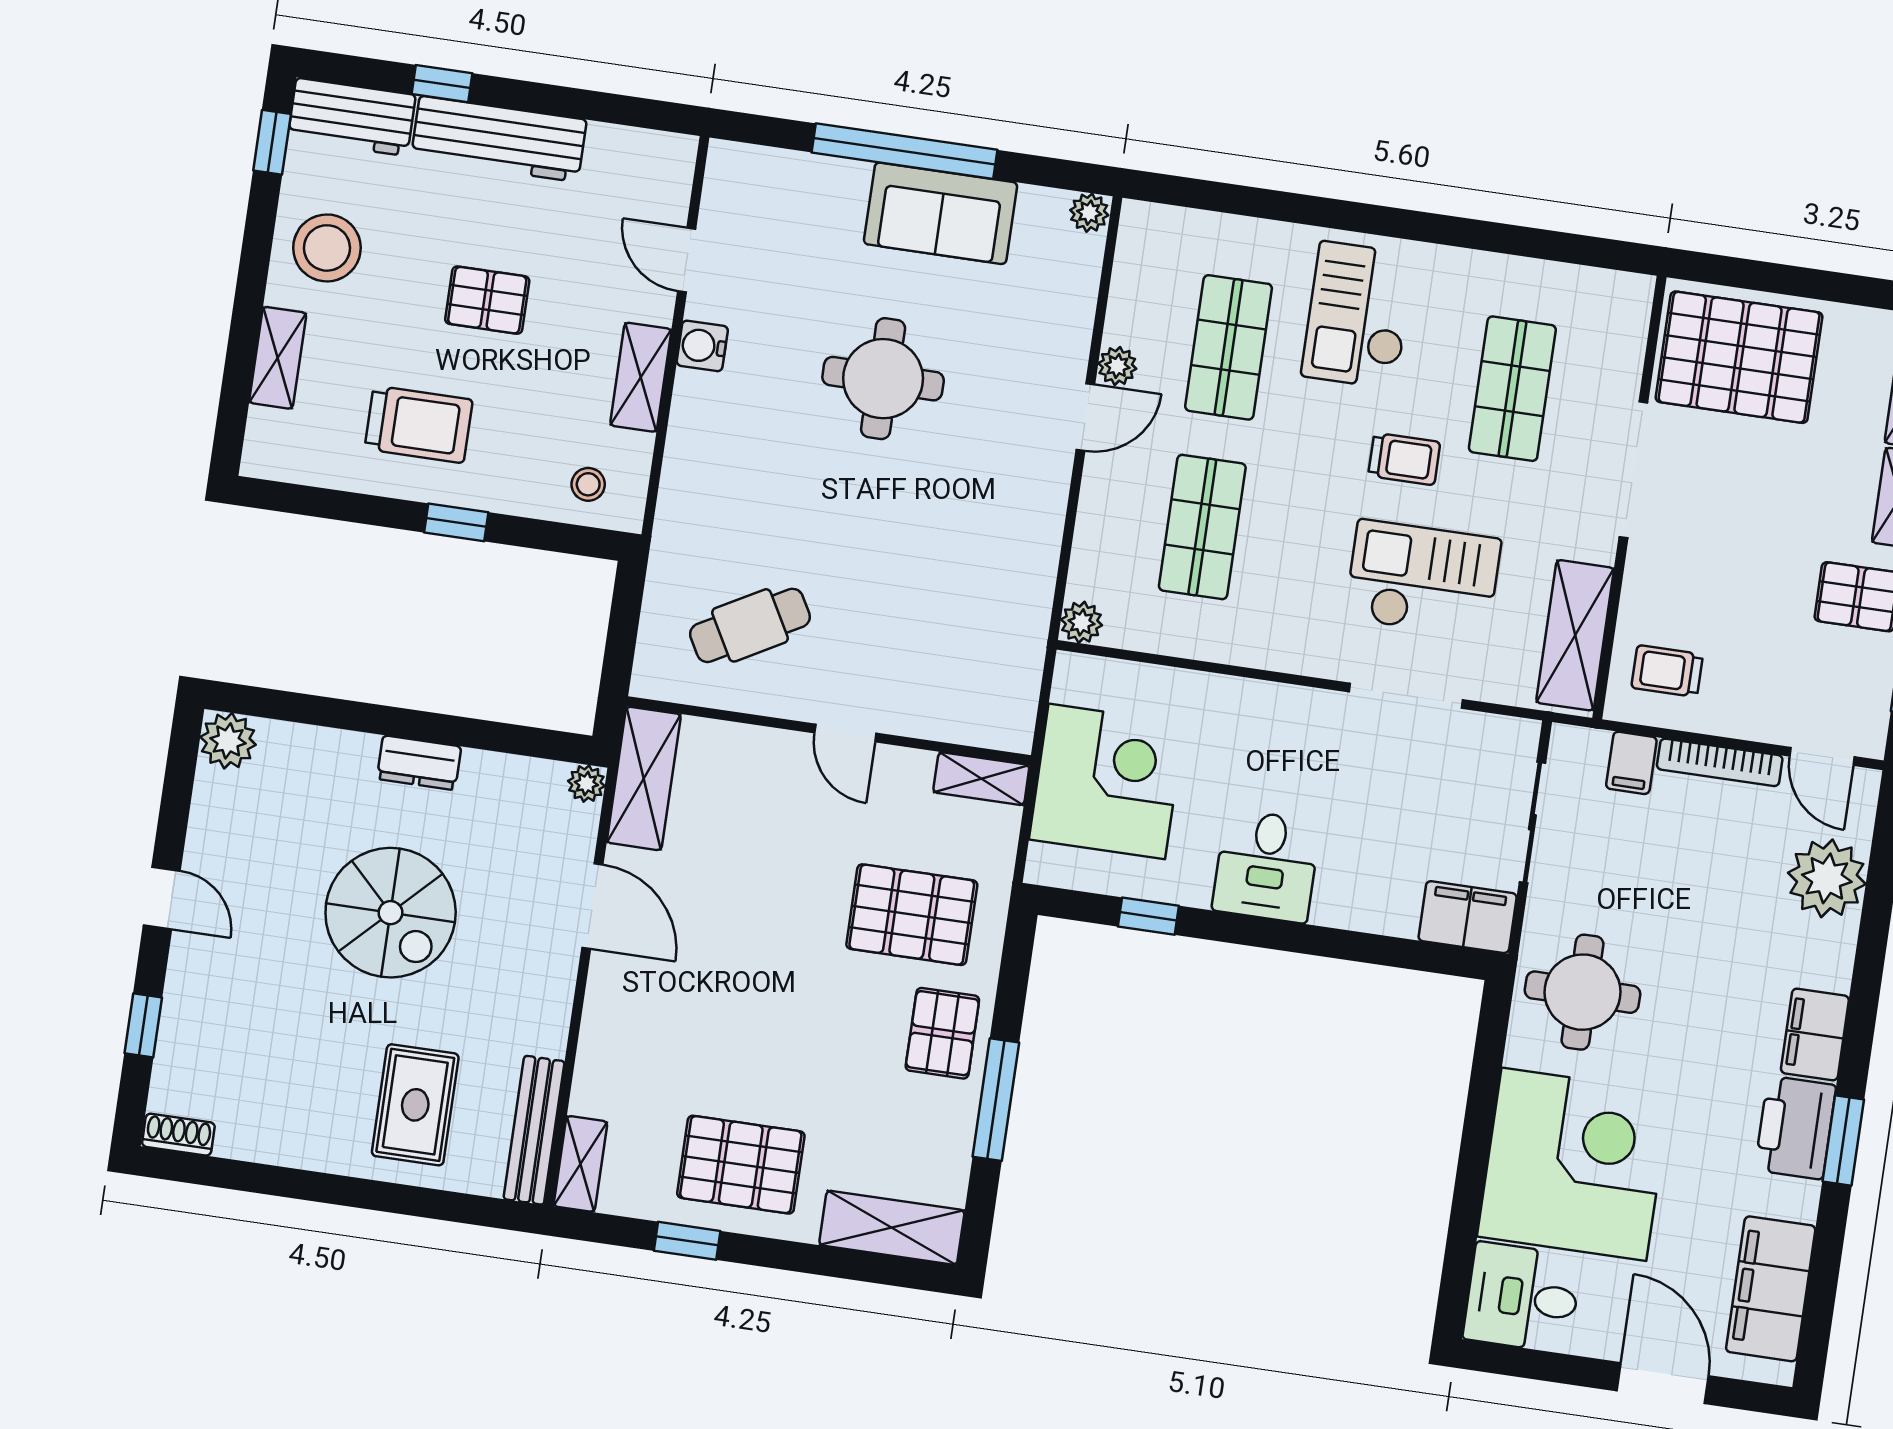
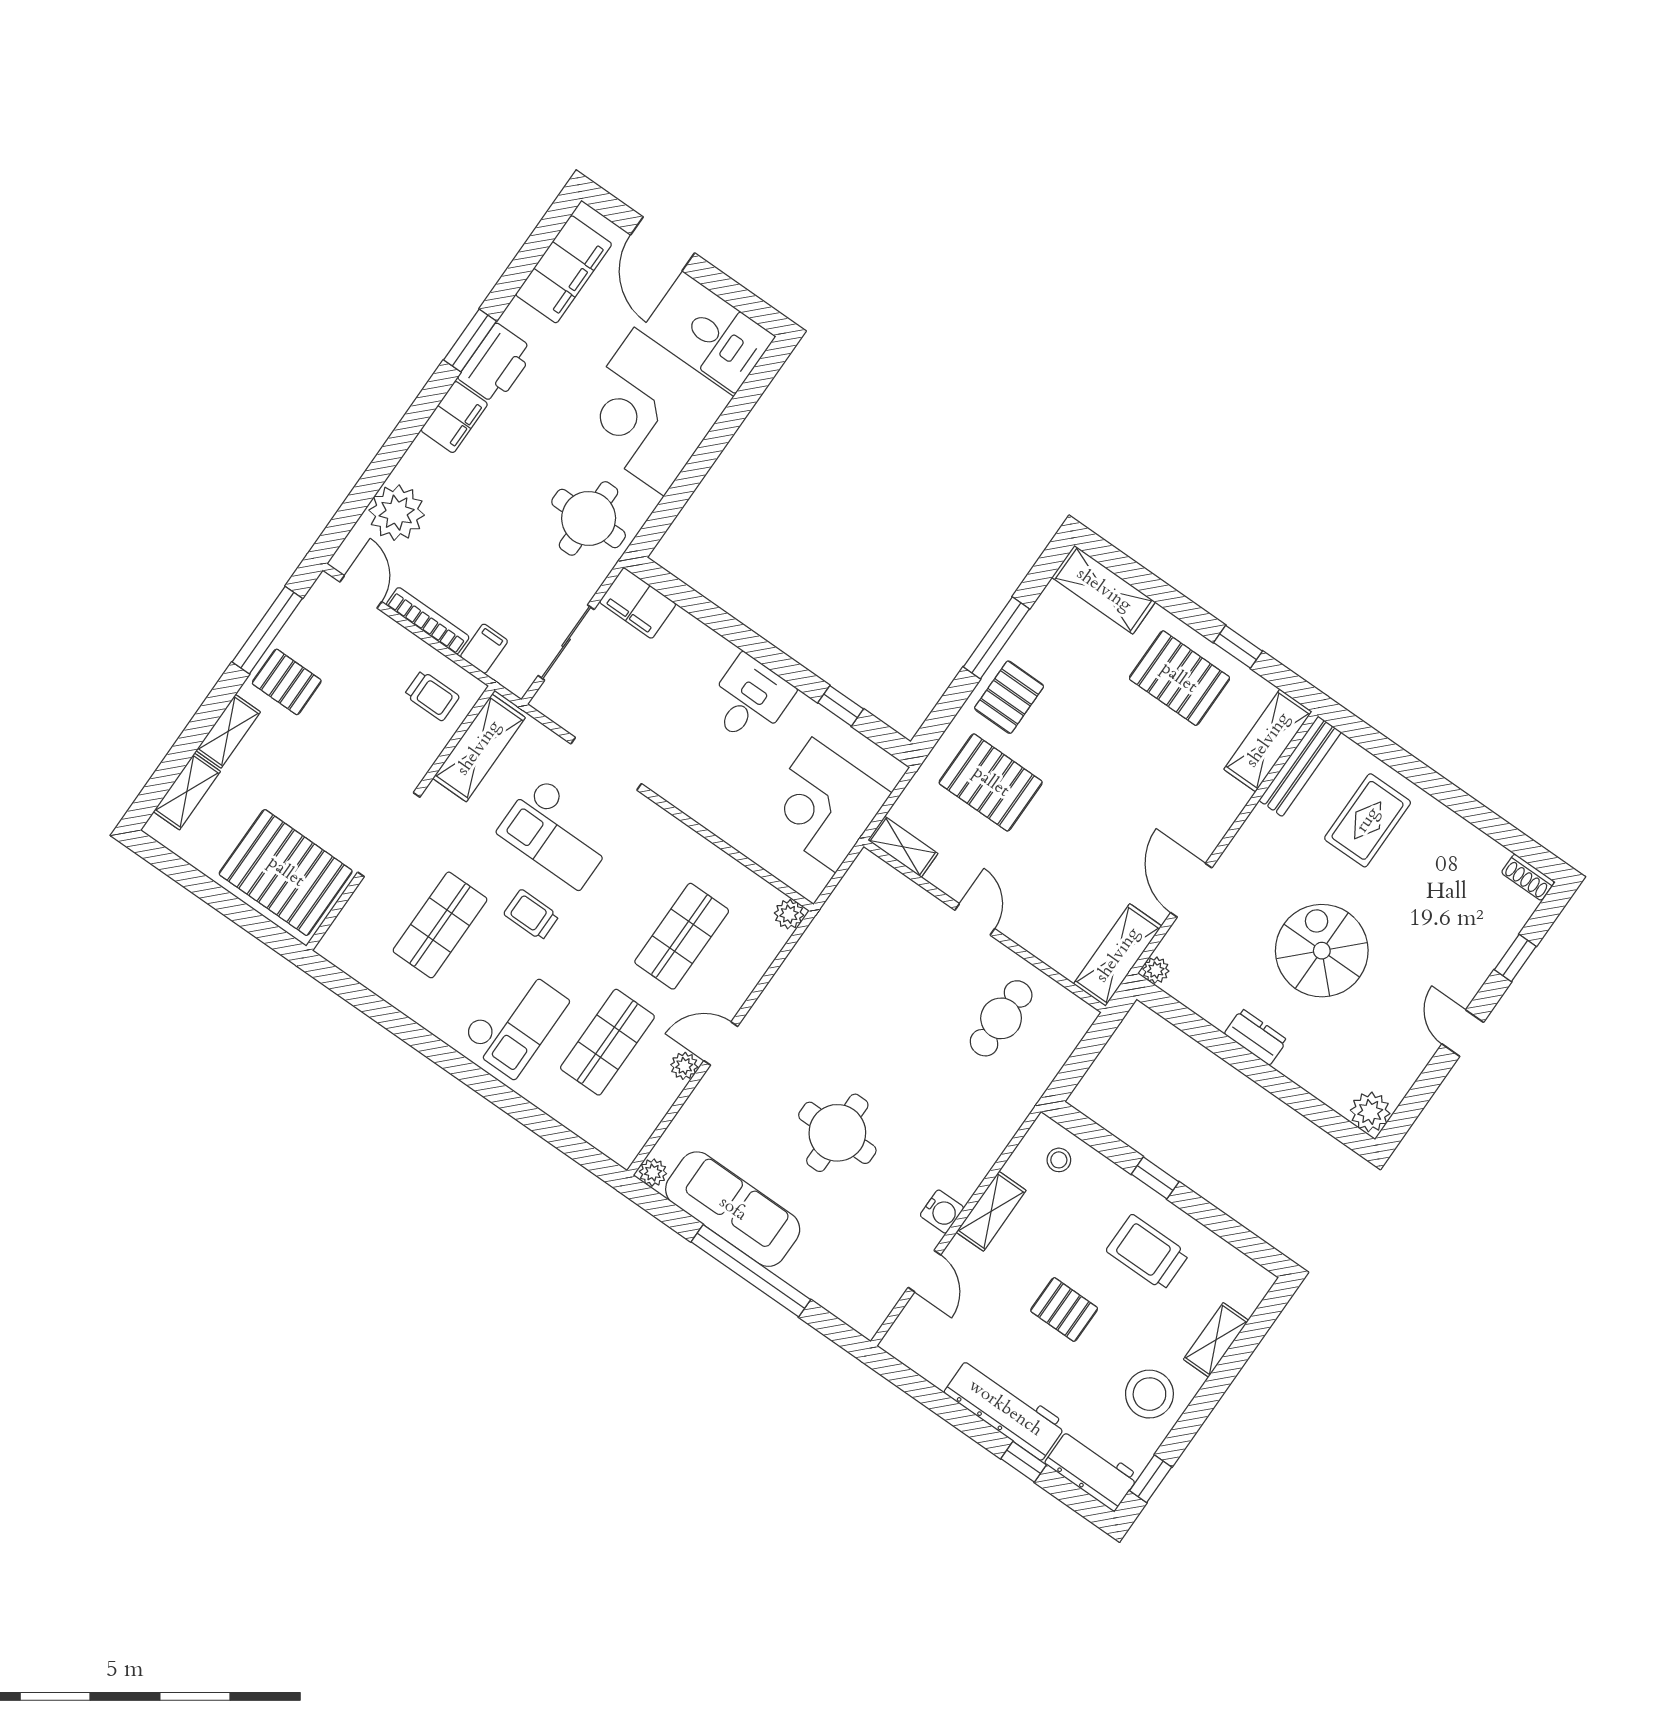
sofa: (941, 213) -> (733, 1209), width x1.36
cafe table: (750, 625) -> (1001, 1018), turned -61
shelving: (581, 1164) -> (1268, 740), width x1.50, depth x1.33

